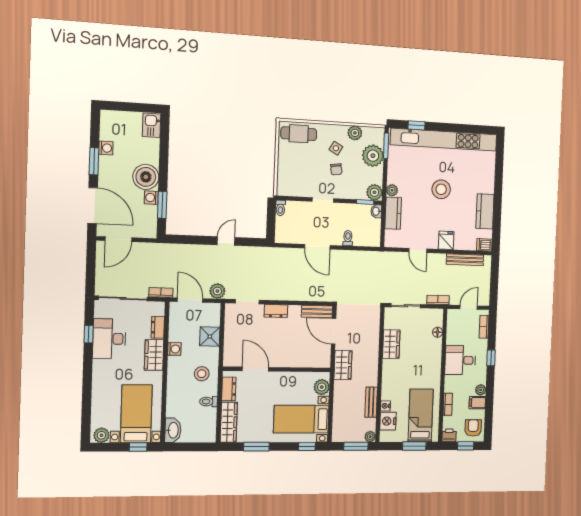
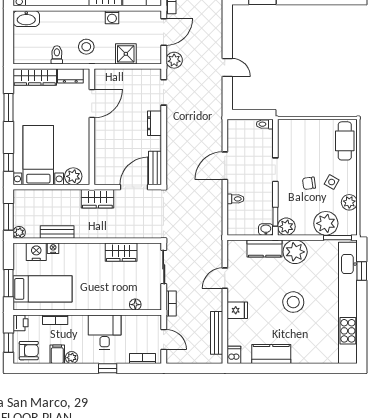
plant: (392, 190) -> (295, 252), width x1.88, depth x1.88

